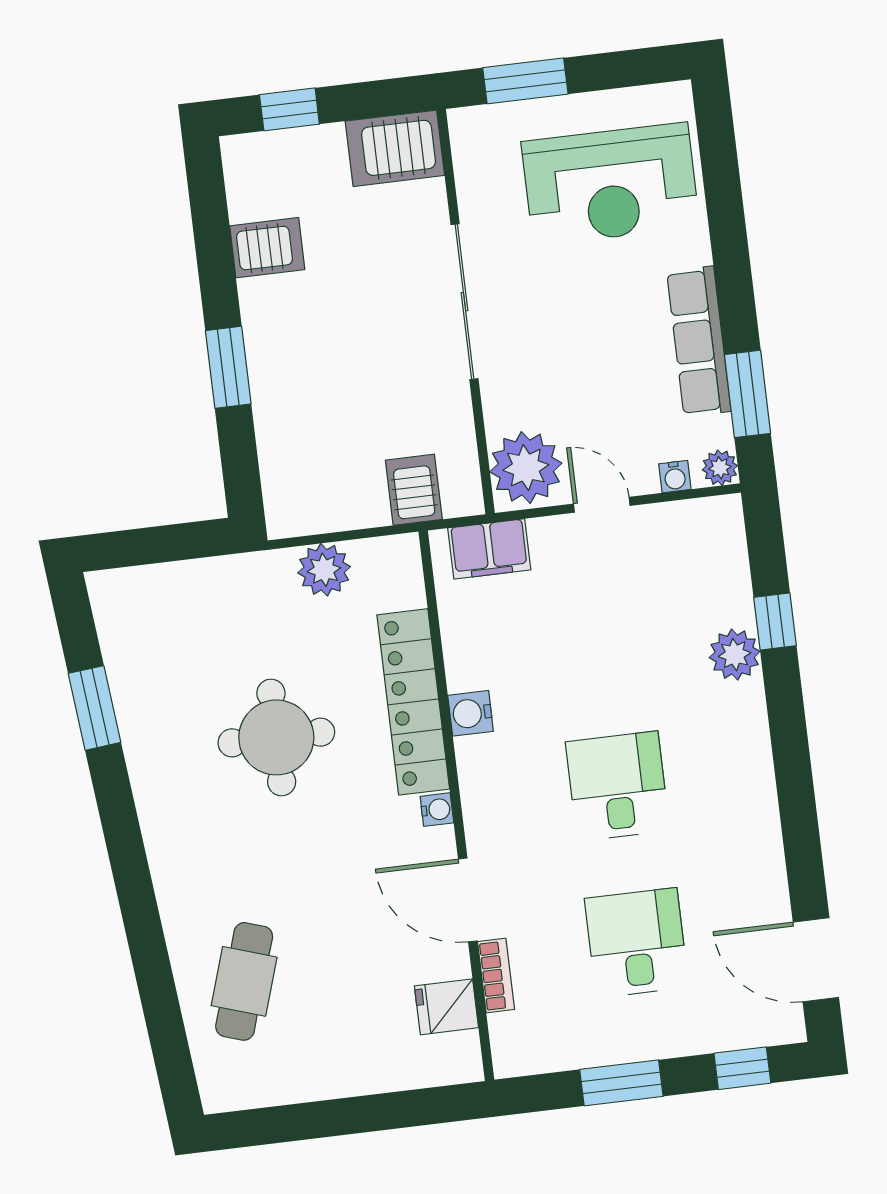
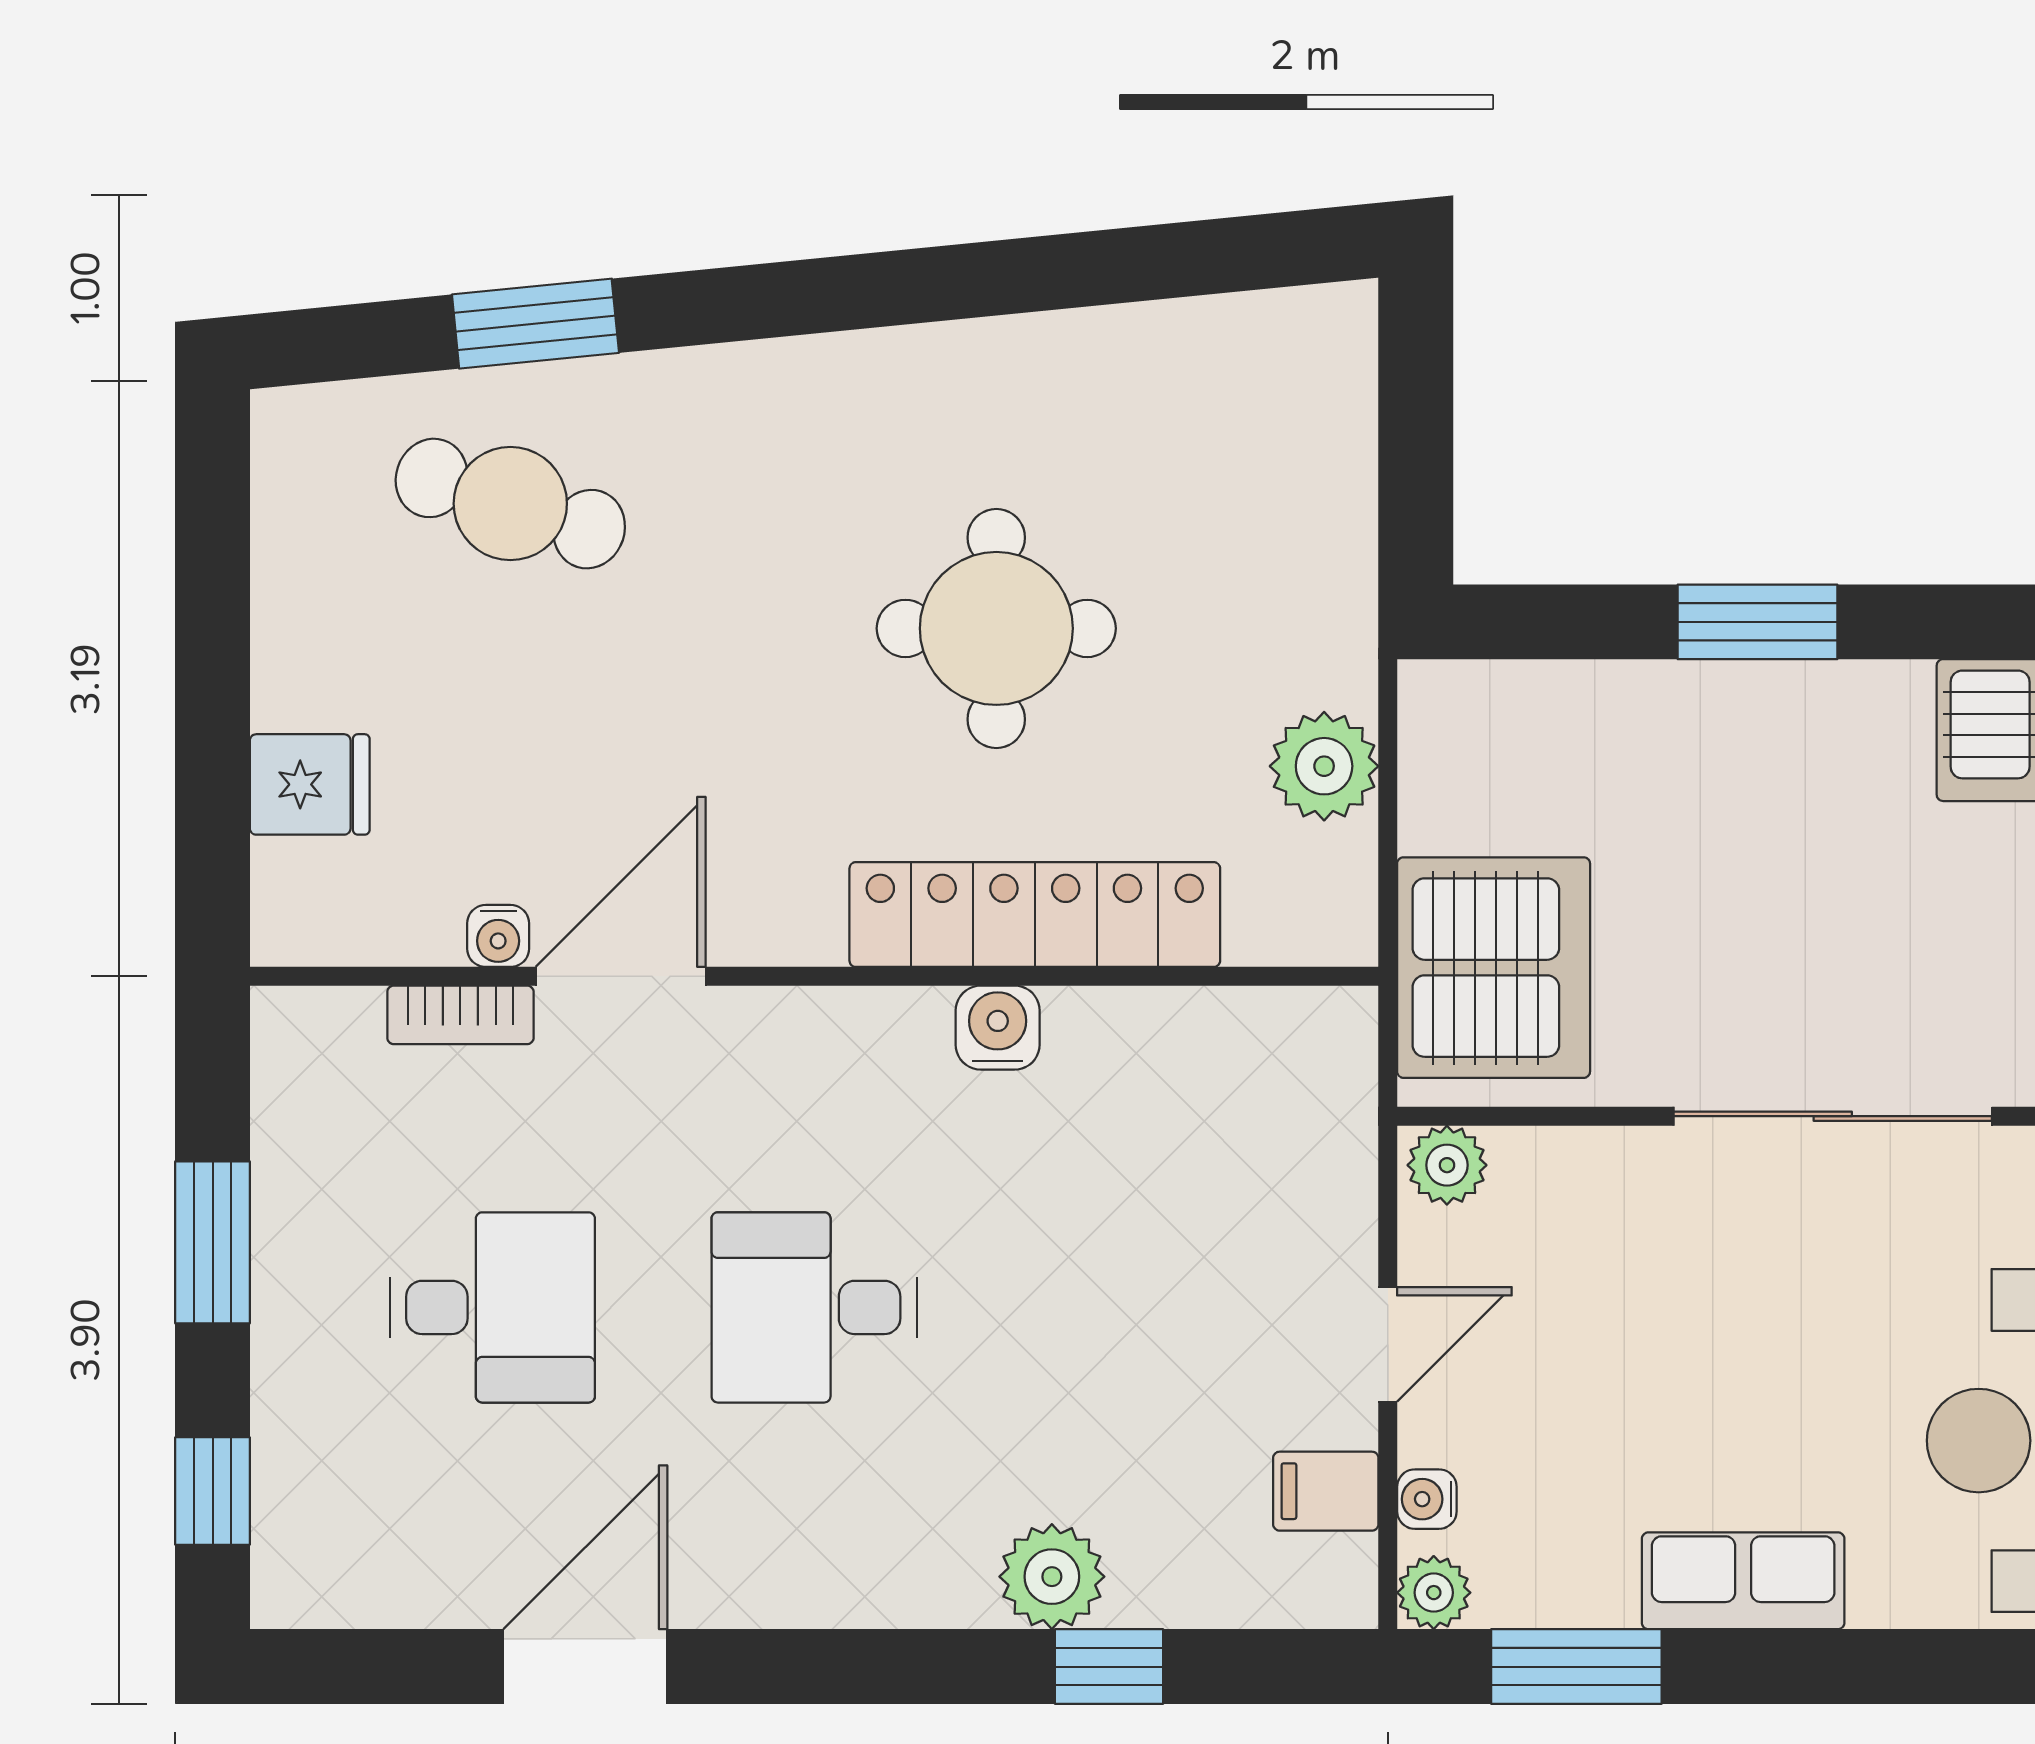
row of seats: (699, 341) -> (1743, 1581), width x0.68
plant: (526, 468) -> (1447, 1165), width x0.53, depth x0.53
server rack: (414, 490) -> (1494, 968), width x2.18, depth x1.44
filing cabinet: (489, 549) -> (1326, 1491), moved, width x0.50
window: (95, 708) -> (535, 324), moved
desk: (618, 786) -> (814, 1307), turned 180
water cooler: (437, 810) -> (498, 936), moved
door: (816, 960) -> (585, 1667), moved
fridge: (446, 1007) -> (310, 784), moved, turned 90

